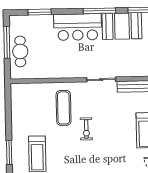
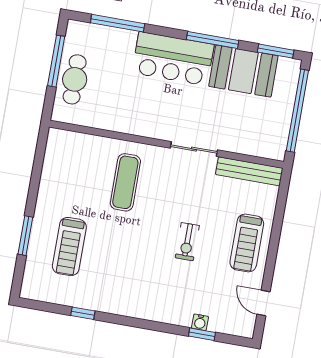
window: (40, 12) -> (118, 23), width x1.44
exercise bike: (86, 129) -> (187, 242), moved

